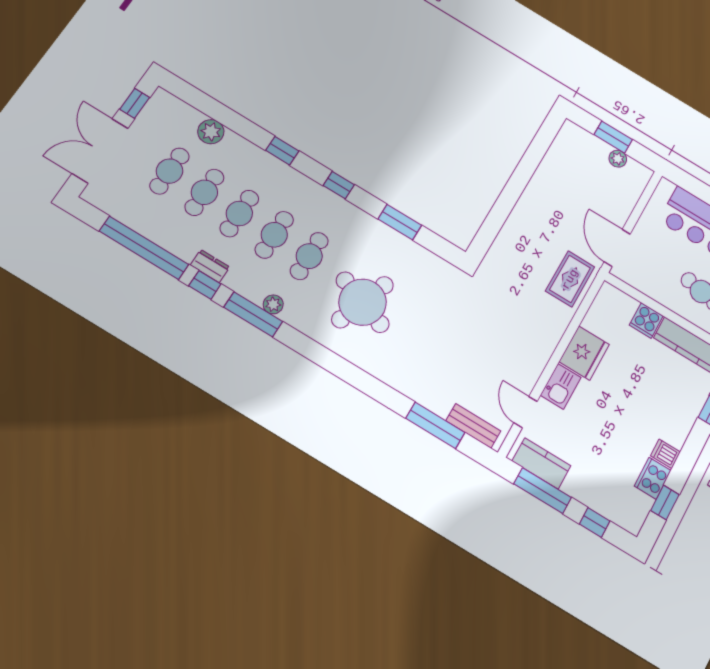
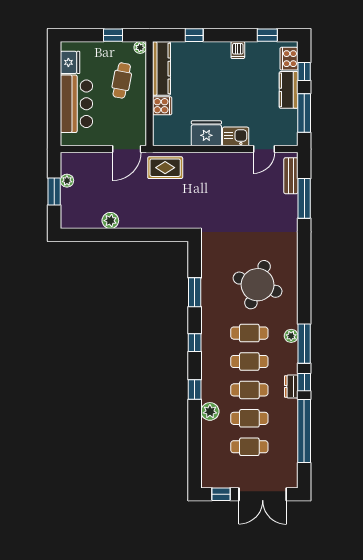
plant: (211, 132) -> (210, 411), moved
plant: (543, 178) -> (110, 221), added
kitchen counter: (541, 463) -> (289, 90), moved
cooker: (653, 478) -> (289, 59), moved, turned 90

